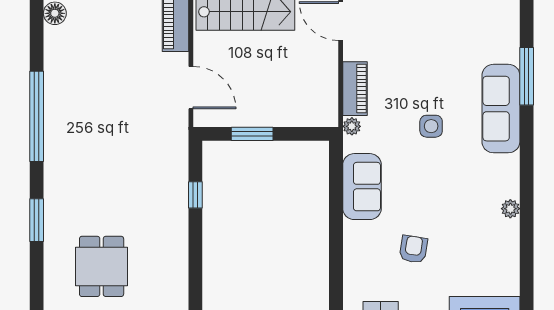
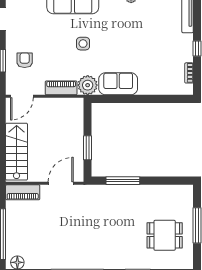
plant: (352, 126) -> (88, 85), width x1.88, depth x1.88
window: (195, 195) -> (123, 181), width x2.17
armchair: (413, 249) -> (25, 60), moved, turned 81

